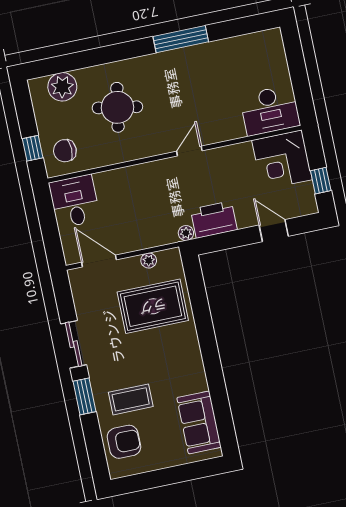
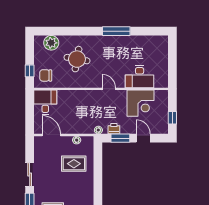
desk: (270, 110) -> (140, 77), moved
door: (189, 151) -> (109, 89), hinge flipped
corner desk: (282, 160) -> (140, 103), moved, turned -90
printer: (214, 220) -> (114, 129), width x0.53, depth x0.68
window: (231, 240) -> (120, 138), added
rug: (153, 306) -> (74, 164), width x0.73, depth x0.70

